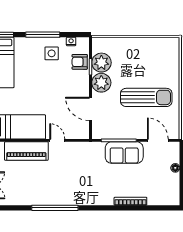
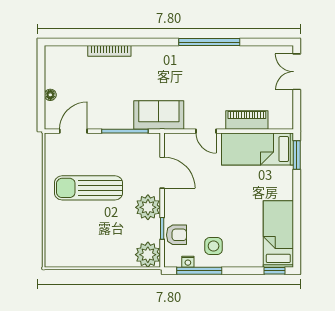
window: (43, 35) -> (199, 271), moved
plant: (101, 63) -> (148, 255), moved
door: (158, 140) -> (73, 131), swing flipped
piano: (26, 151) -> (247, 120), width x0.73, depth x0.75
sofa: (124, 153) -> (159, 115), moved

